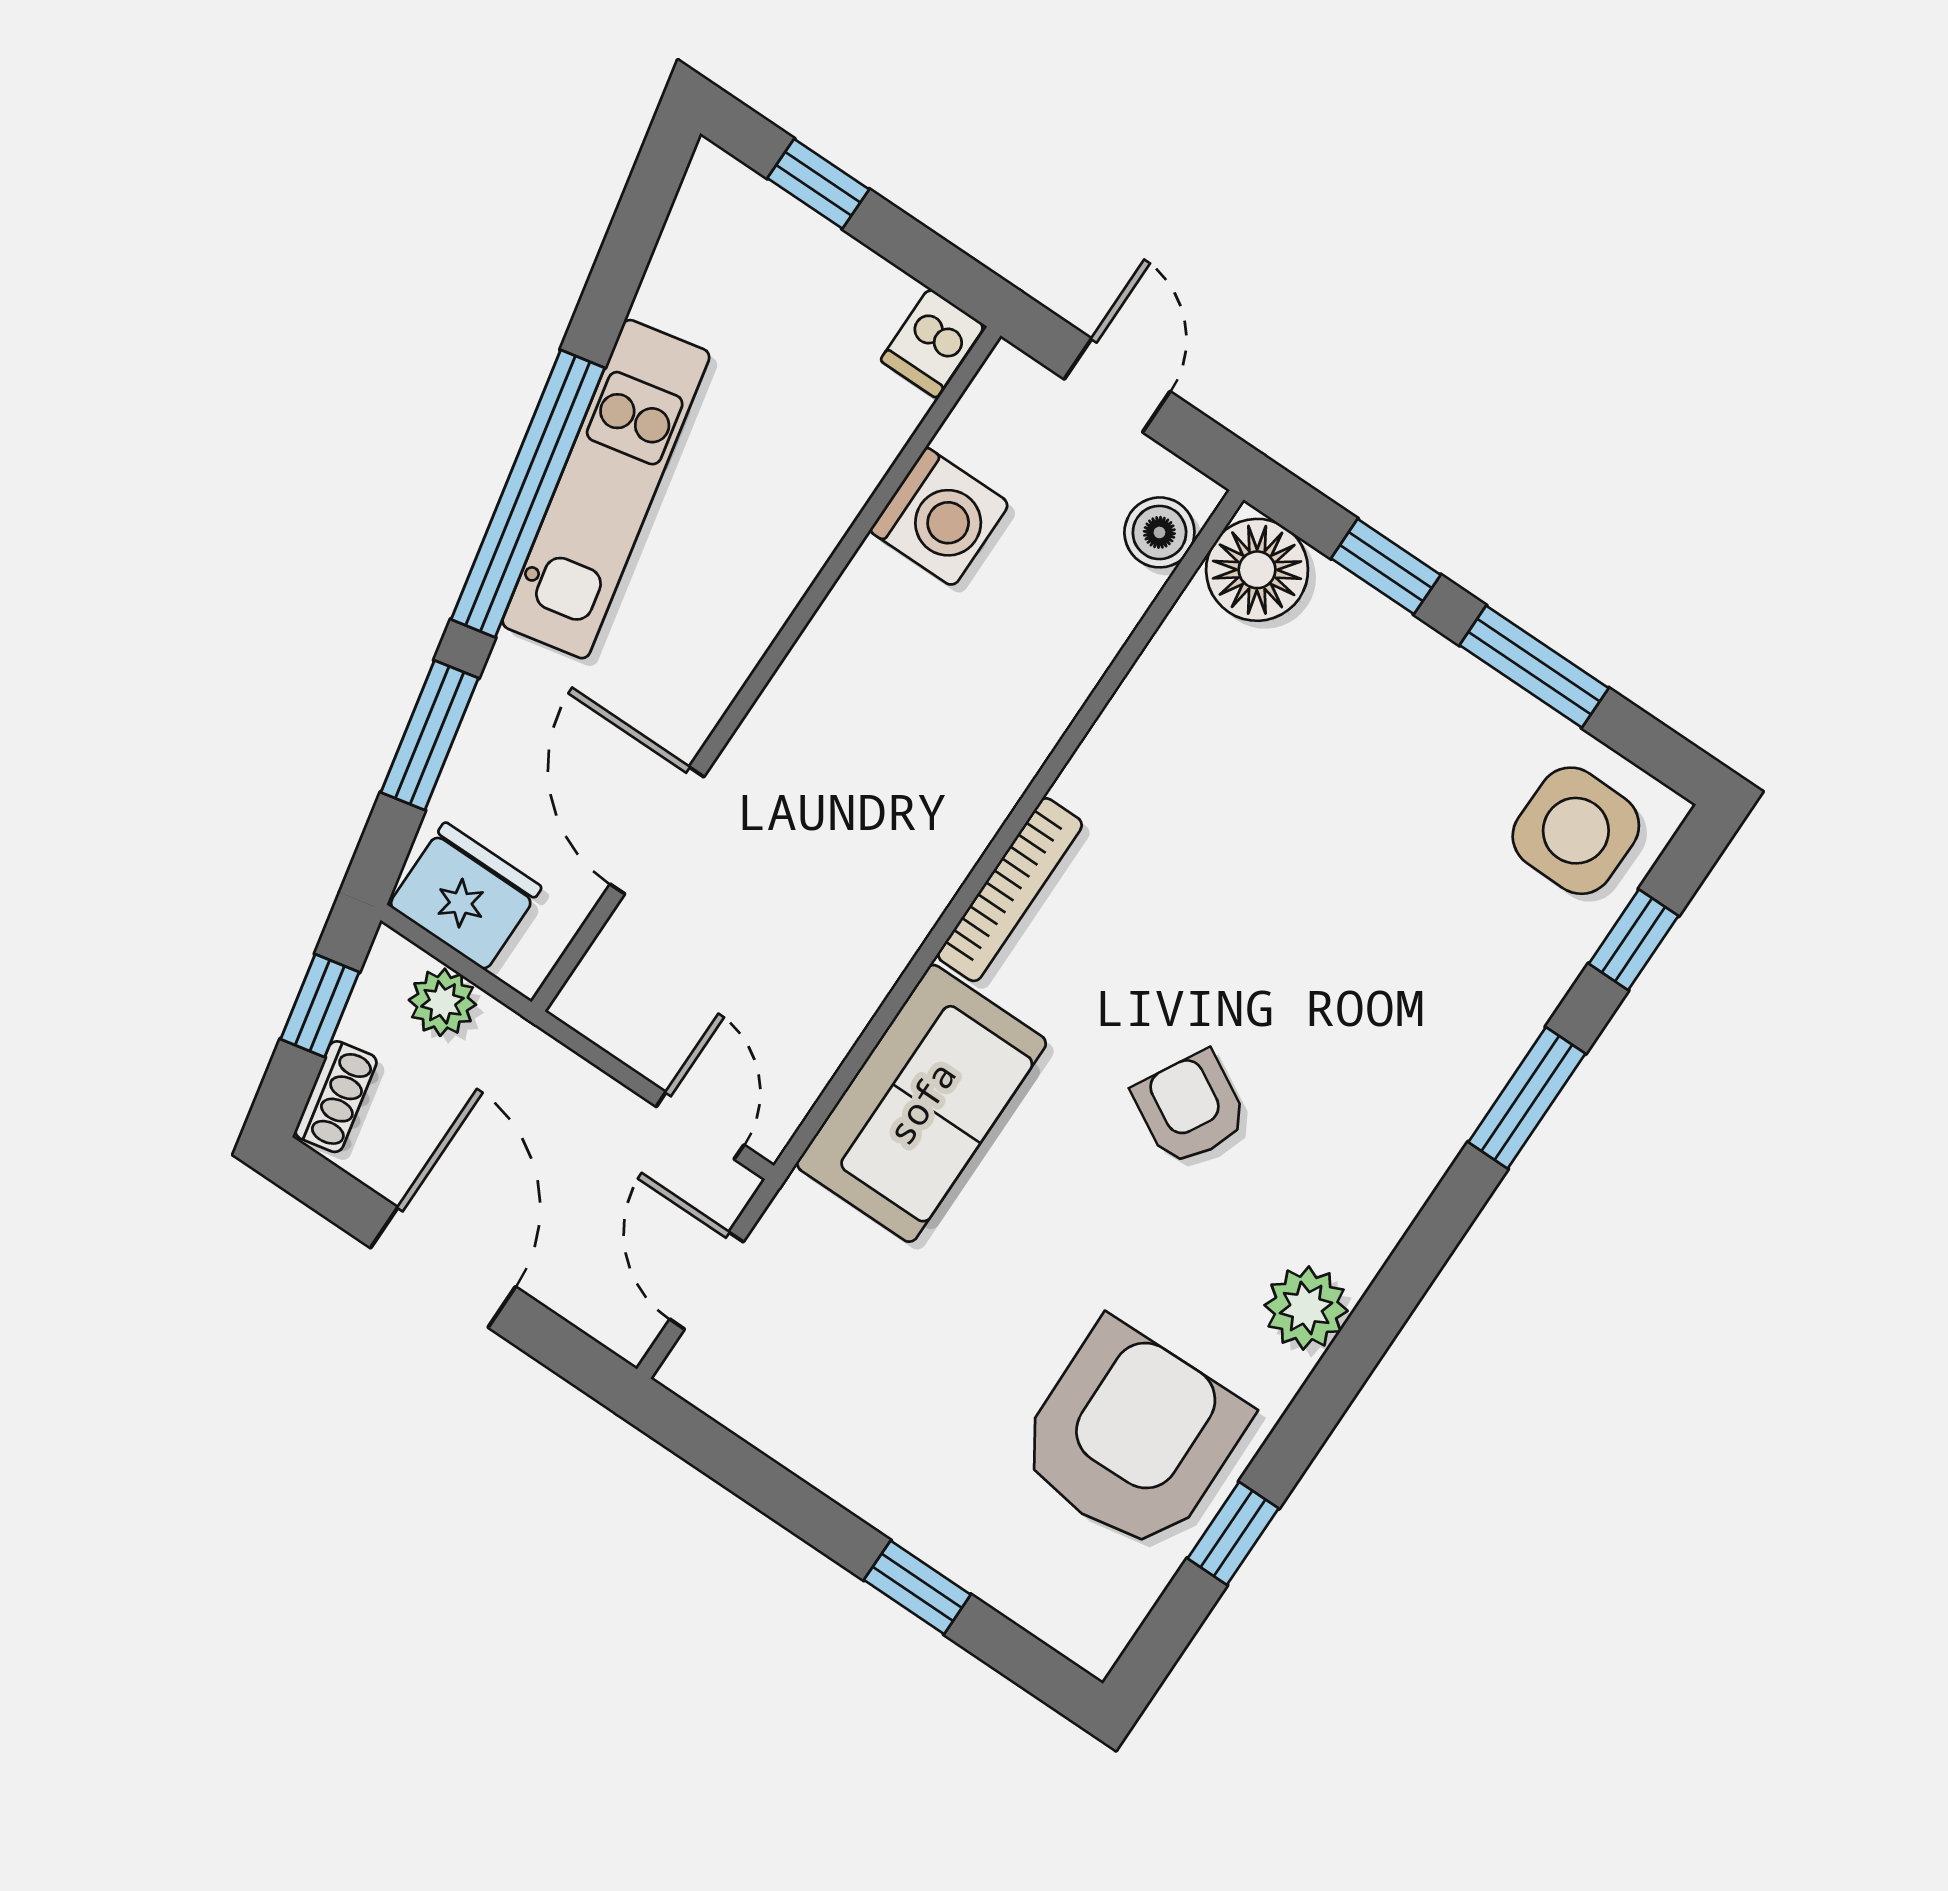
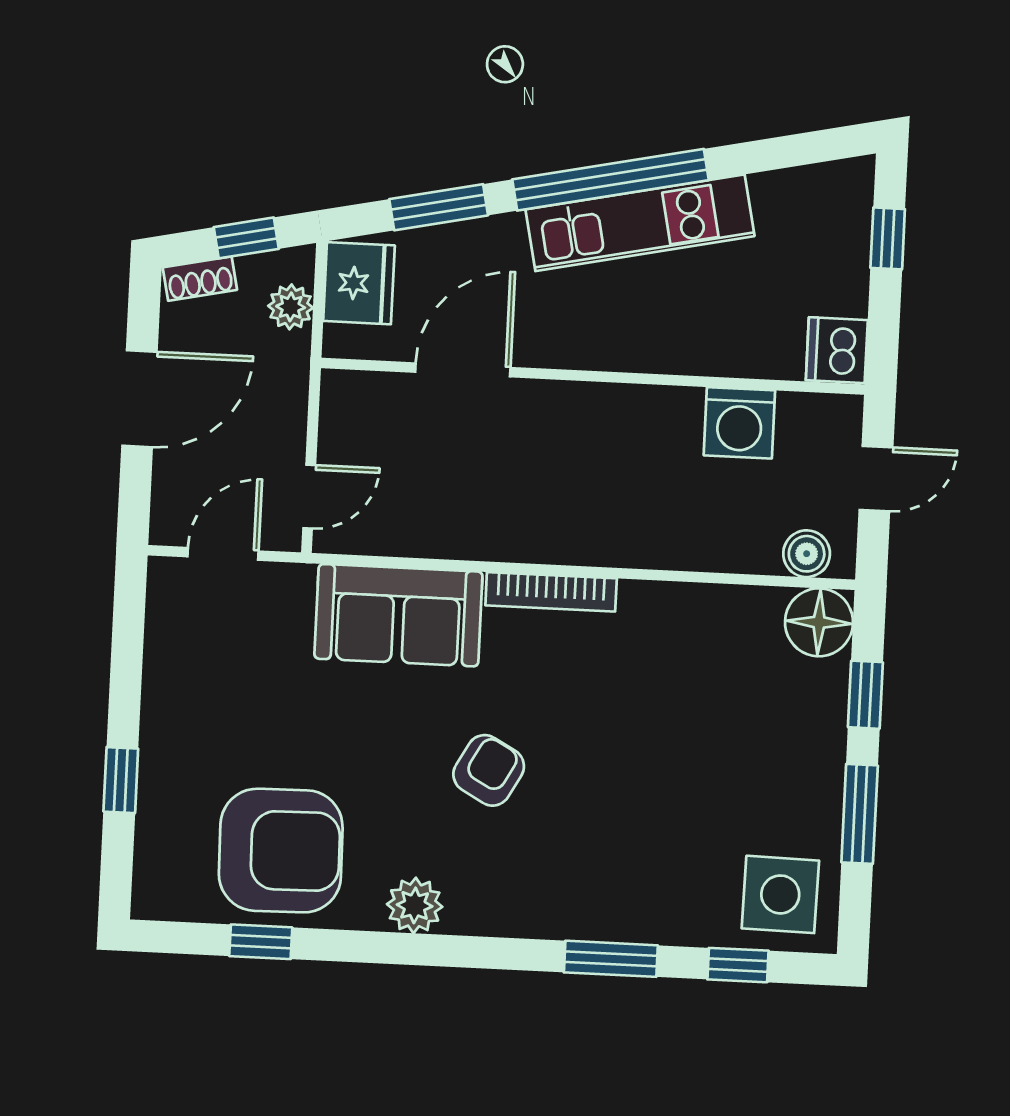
dishwasher: (933, 343) -> (837, 350), width x1.38

